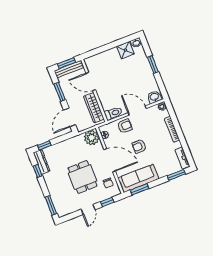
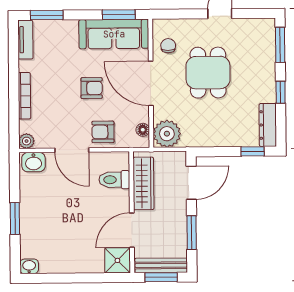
shower: (125, 50) -> (117, 260), moved
door: (91, 81) -> (132, 230), swing flipped
toilet: (113, 113) -> (114, 180), moved
window: (37, 171) -> (281, 92), moved
window: (107, 202) -> (182, 14), removed

